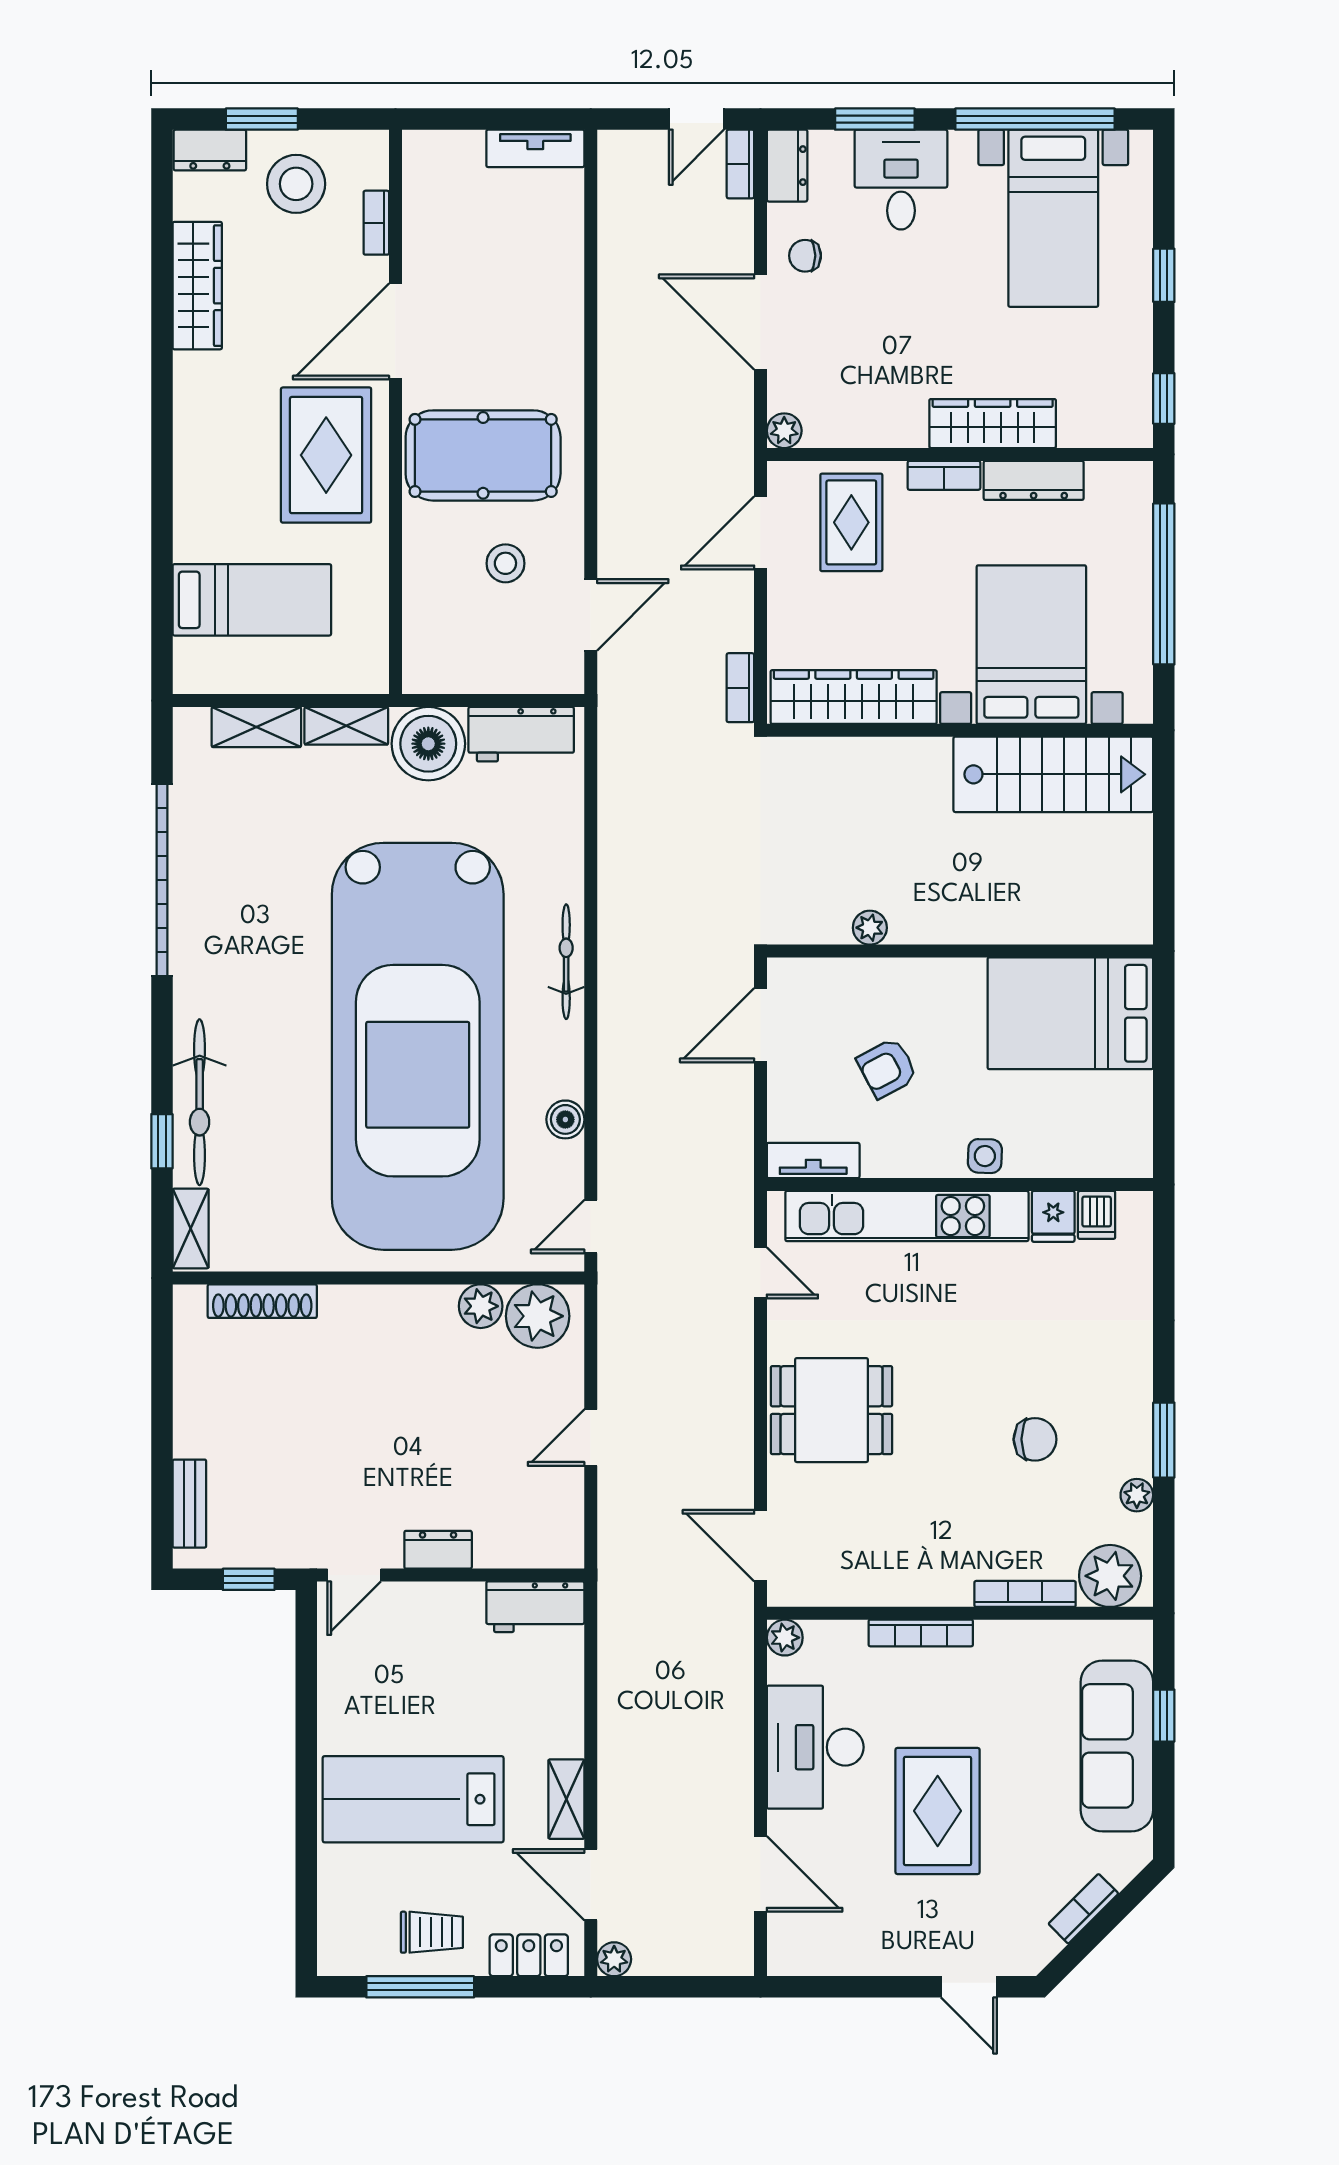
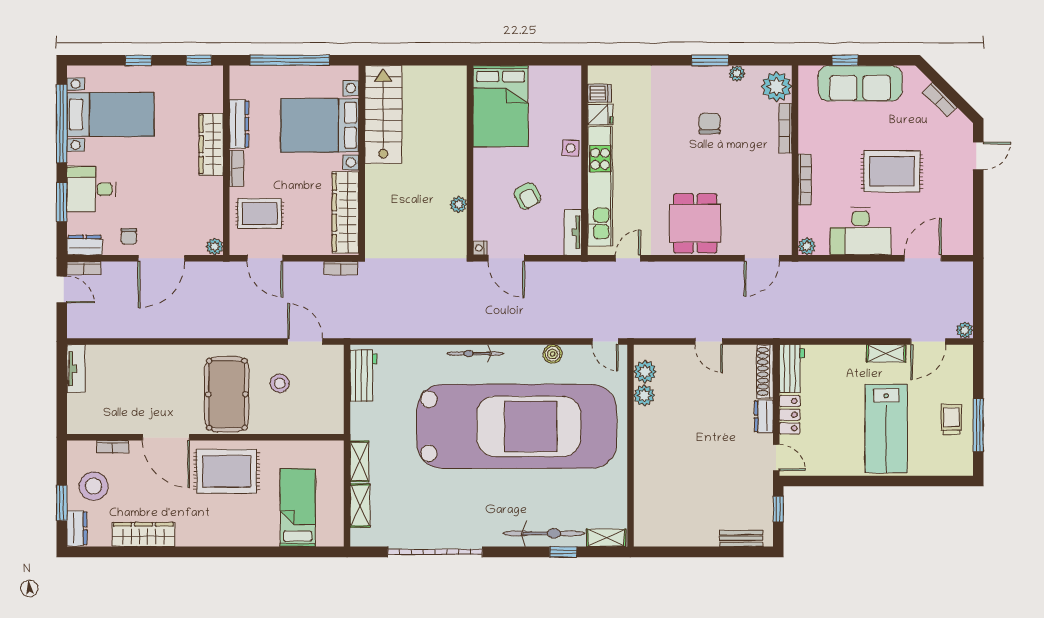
boiler: (428, 744) -> (368, 421), removed
nightstand: (781, 971) -> (480, 248), added
shoe rack: (262, 1301) -> (765, 371), moved, turned 180
plant: (538, 1316) -> (645, 372), width x0.73, depth x0.73
locker: (529, 1955) -> (790, 415), moved, turned 180

